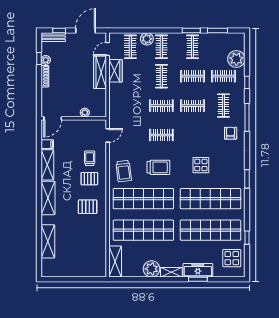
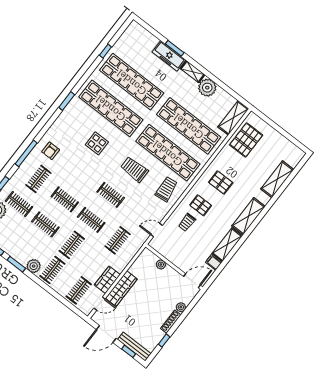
bench: (53, 37) -> (134, 347), width x1.36
plant: (147, 39) -> (34, 266), moved
clothes rail: (192, 47) -> (118, 240), moved
plant: (46, 60) -> (181, 307), moved
pallet: (93, 253) -> (246, 140), added
display table: (232, 258) -> (132, 44), removed

